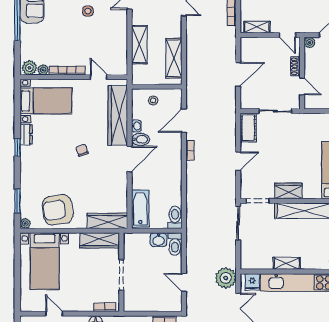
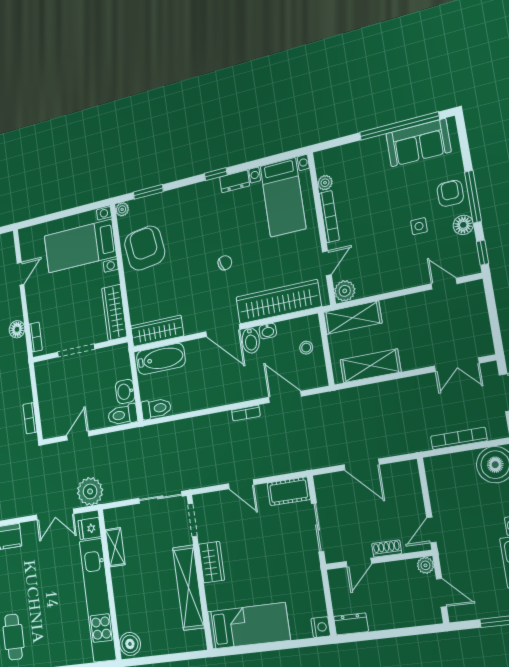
shelving: (257, 27) -> (436, 481), removed
shelving: (139, 44) -> (353, 318), moved
plant: (29, 68) -> (345, 291), moved
wardrobe: (107, 221) -> (157, 331), moved, turned -90
shelving: (287, 263) -> (115, 547), moved

